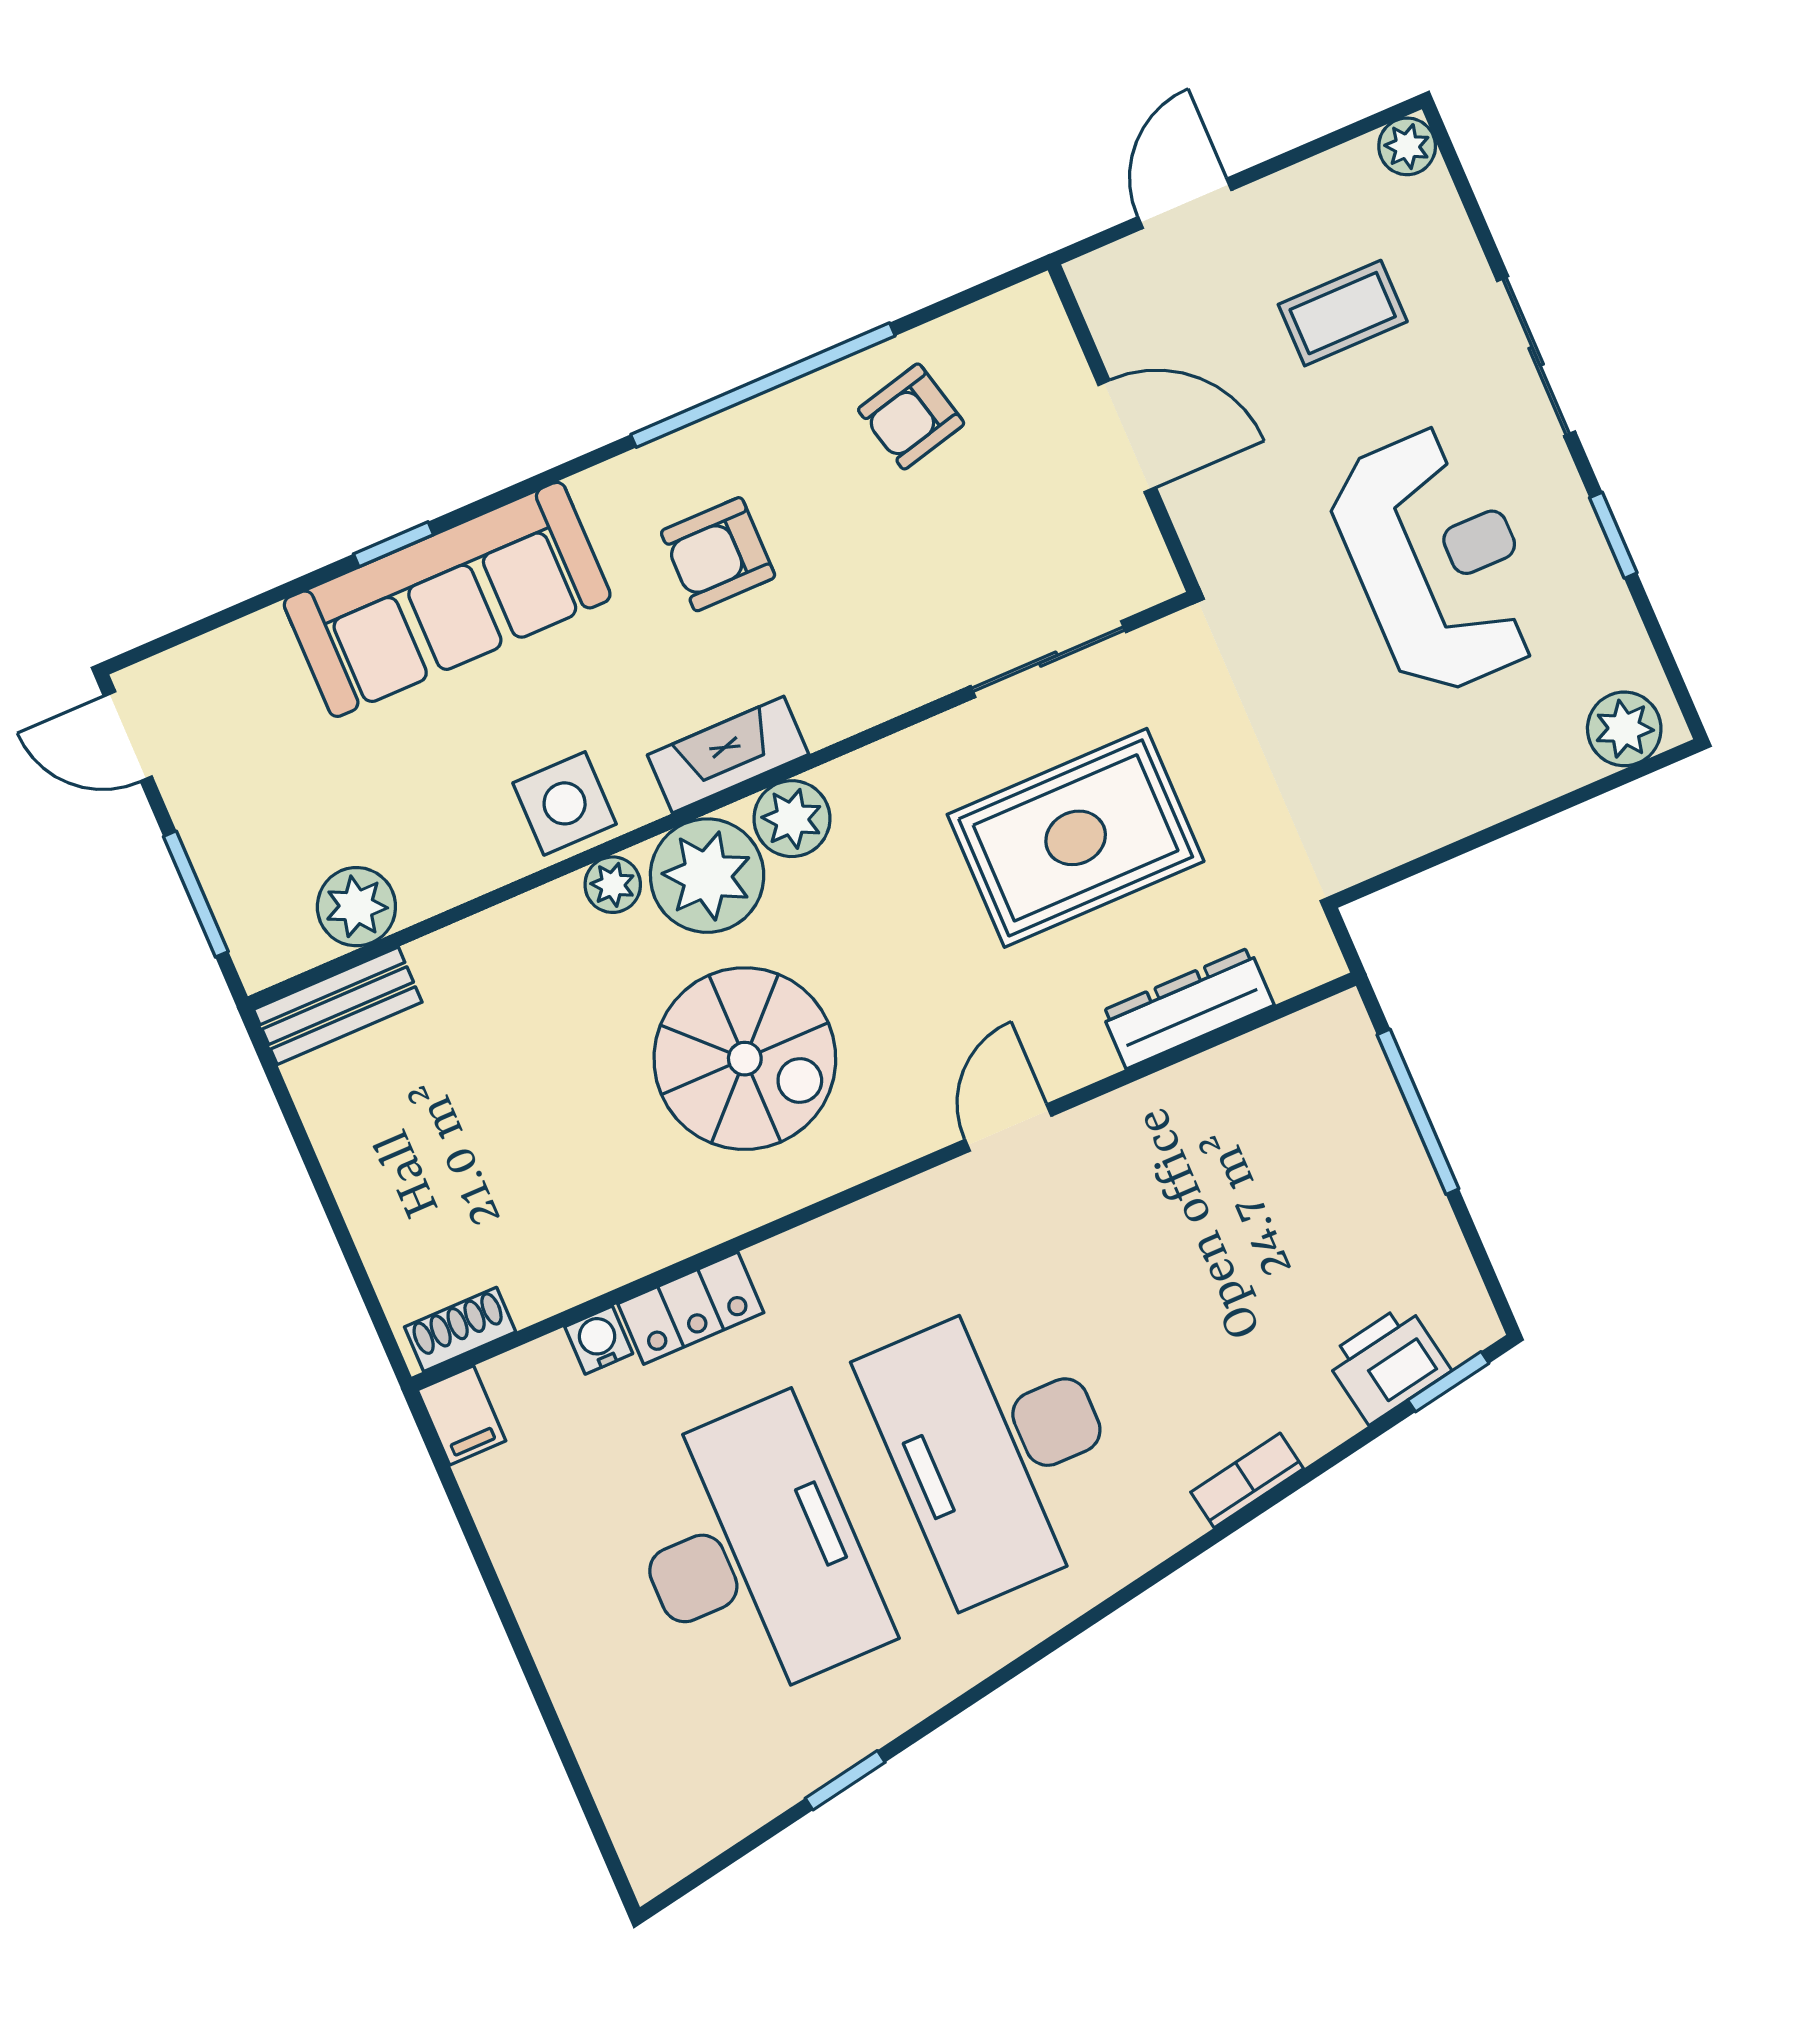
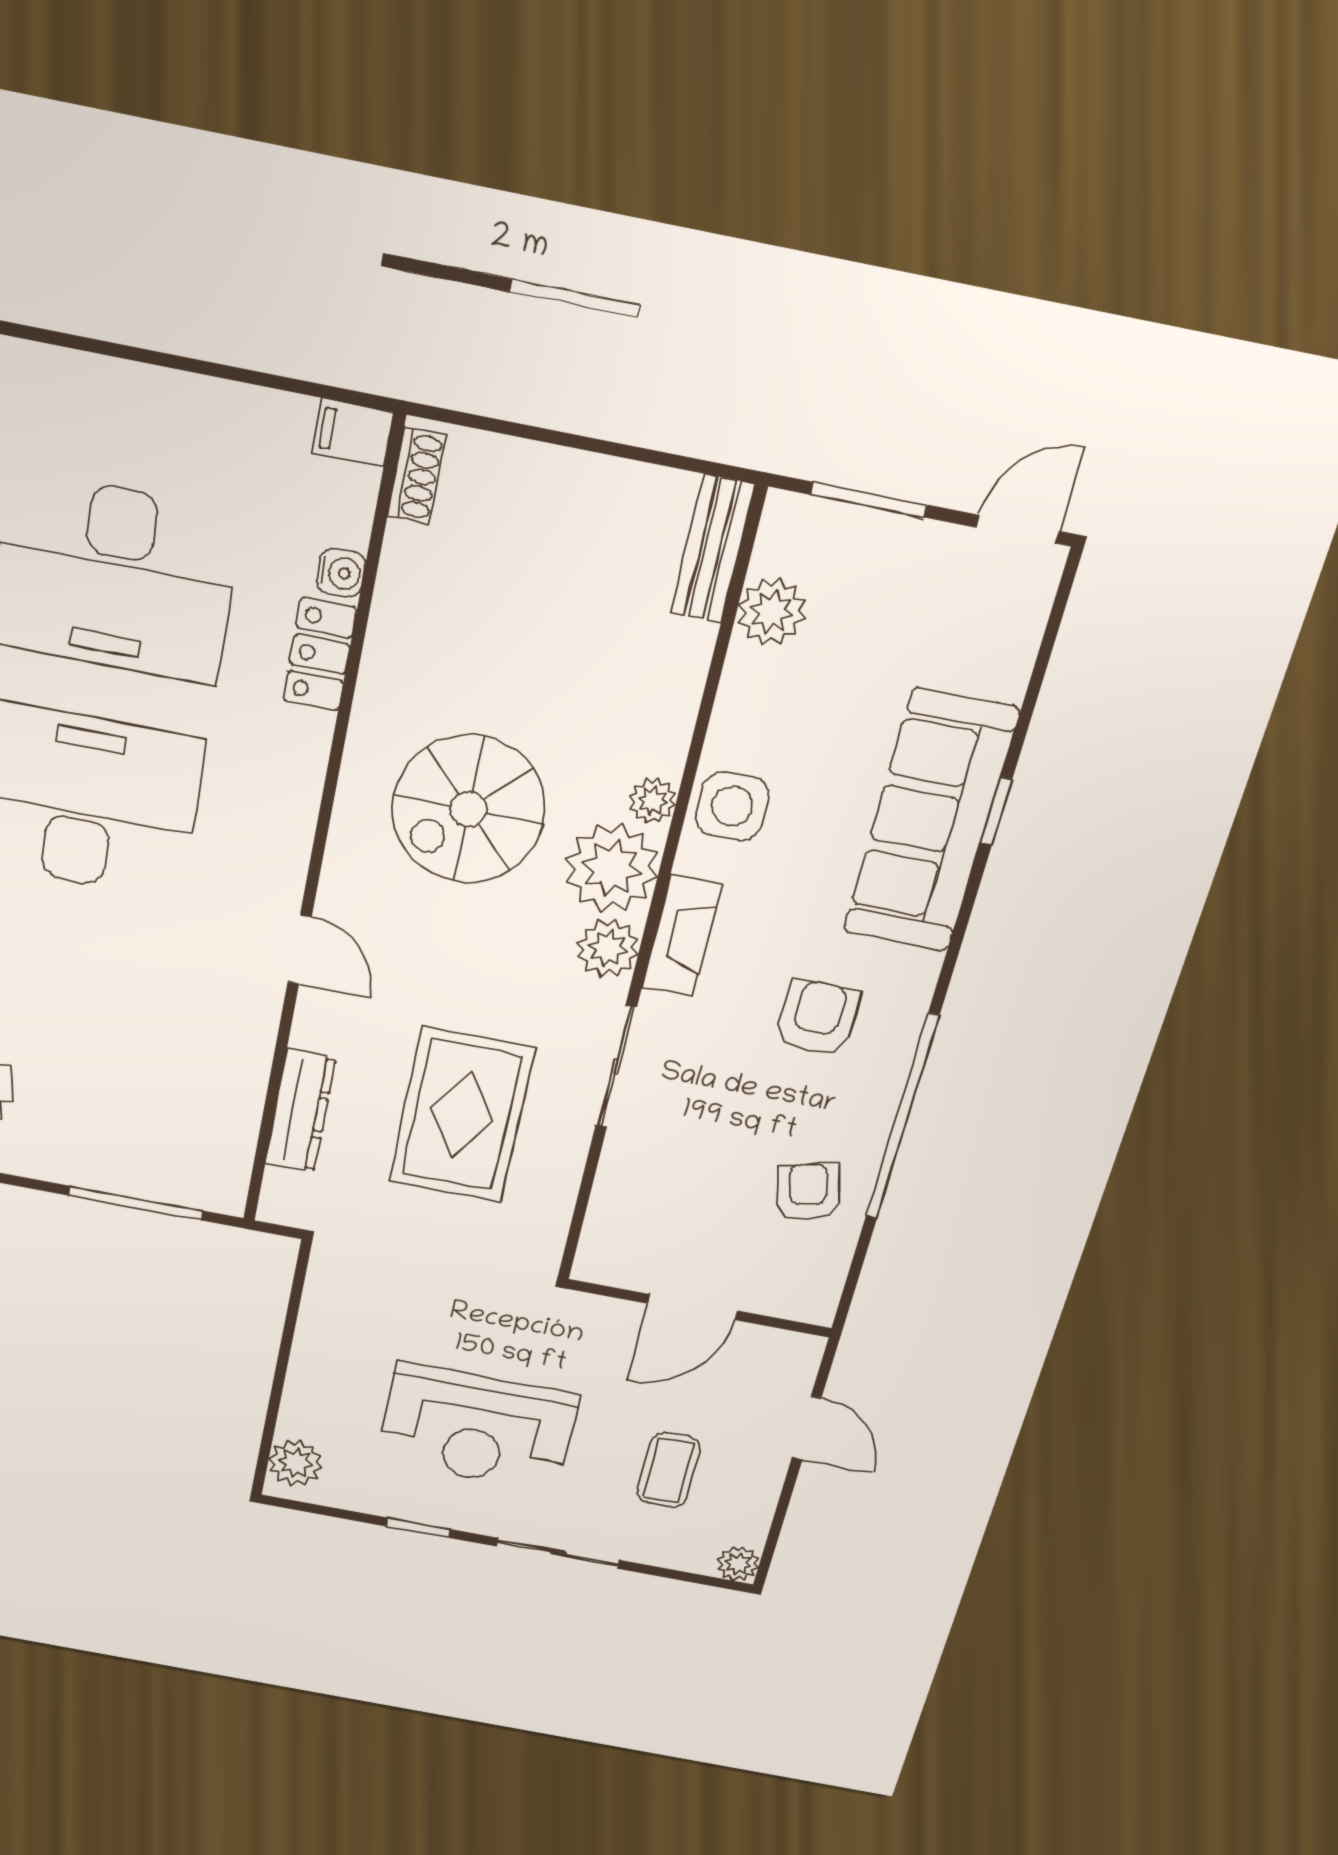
sliding door: (1048, 659) -> (616, 1067), moved

